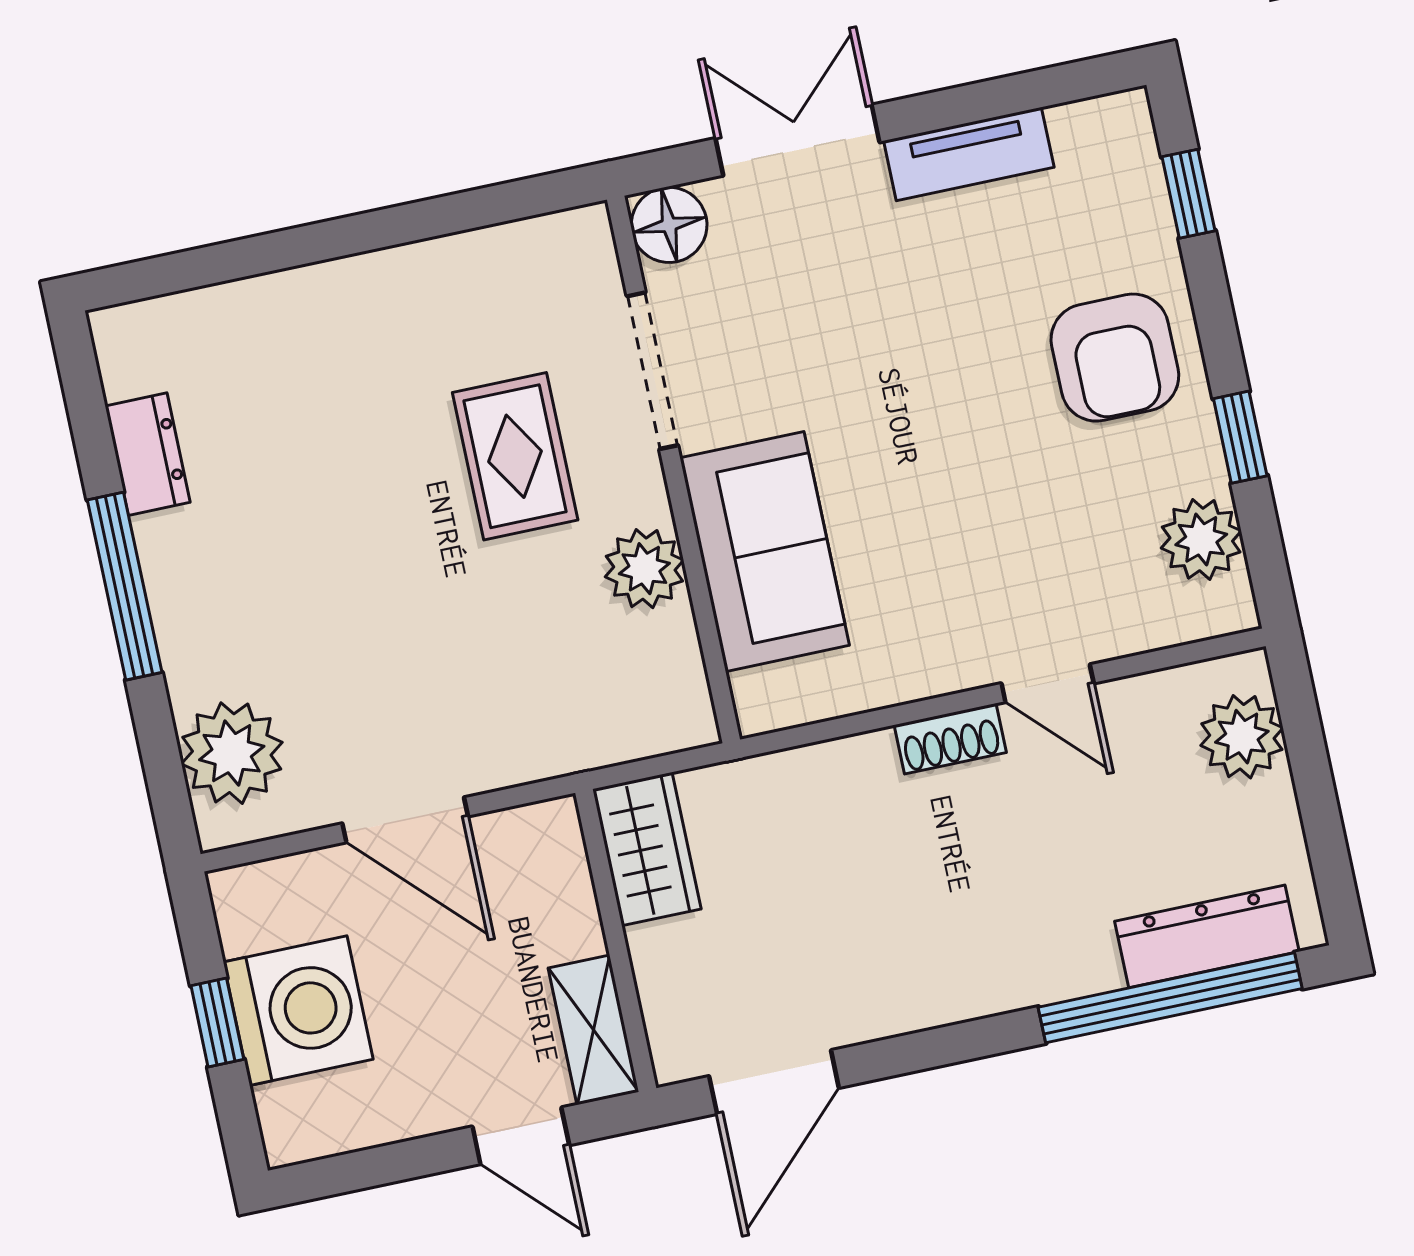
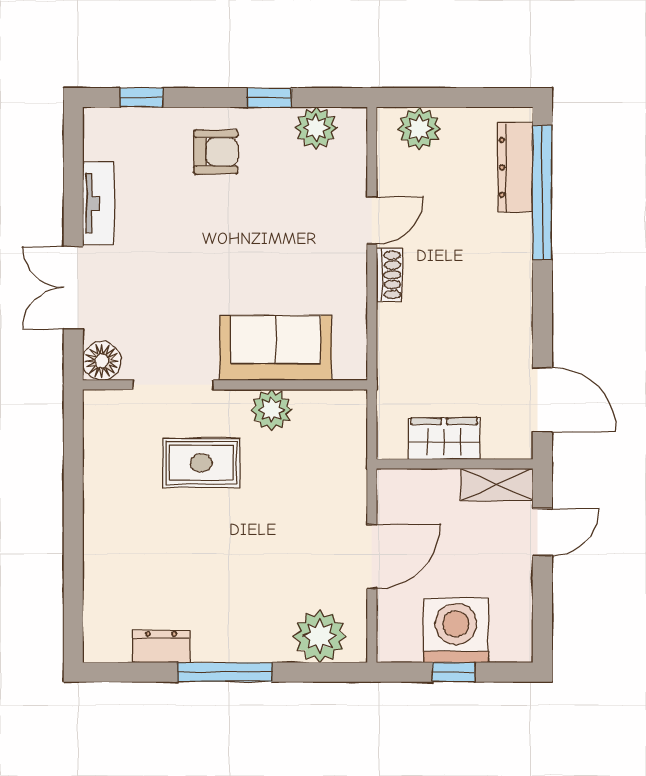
armchair: (1115, 358) -> (216, 152), width x0.72, depth x0.72
wardrobe: (647, 849) -> (444, 439), moved

